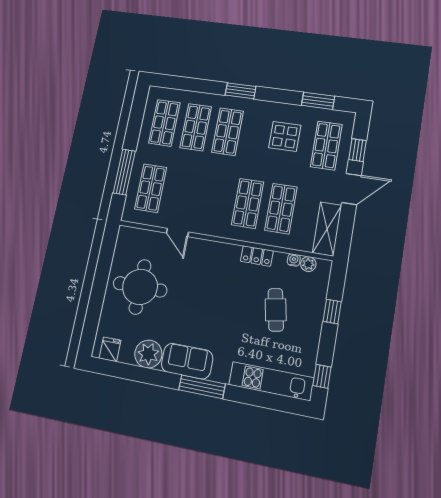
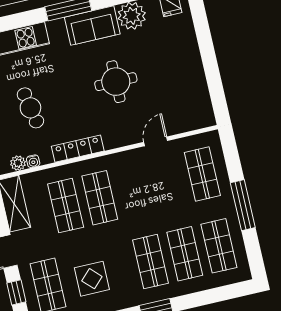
window: (124, 172) -> (243, 205), moved
door: (177, 232) -> (156, 141), hinge flipped
locker: (257, 256) -> (78, 149), width x1.53
round table: (140, 287) -> (116, 82), moved, width x0.73, depth x0.73

